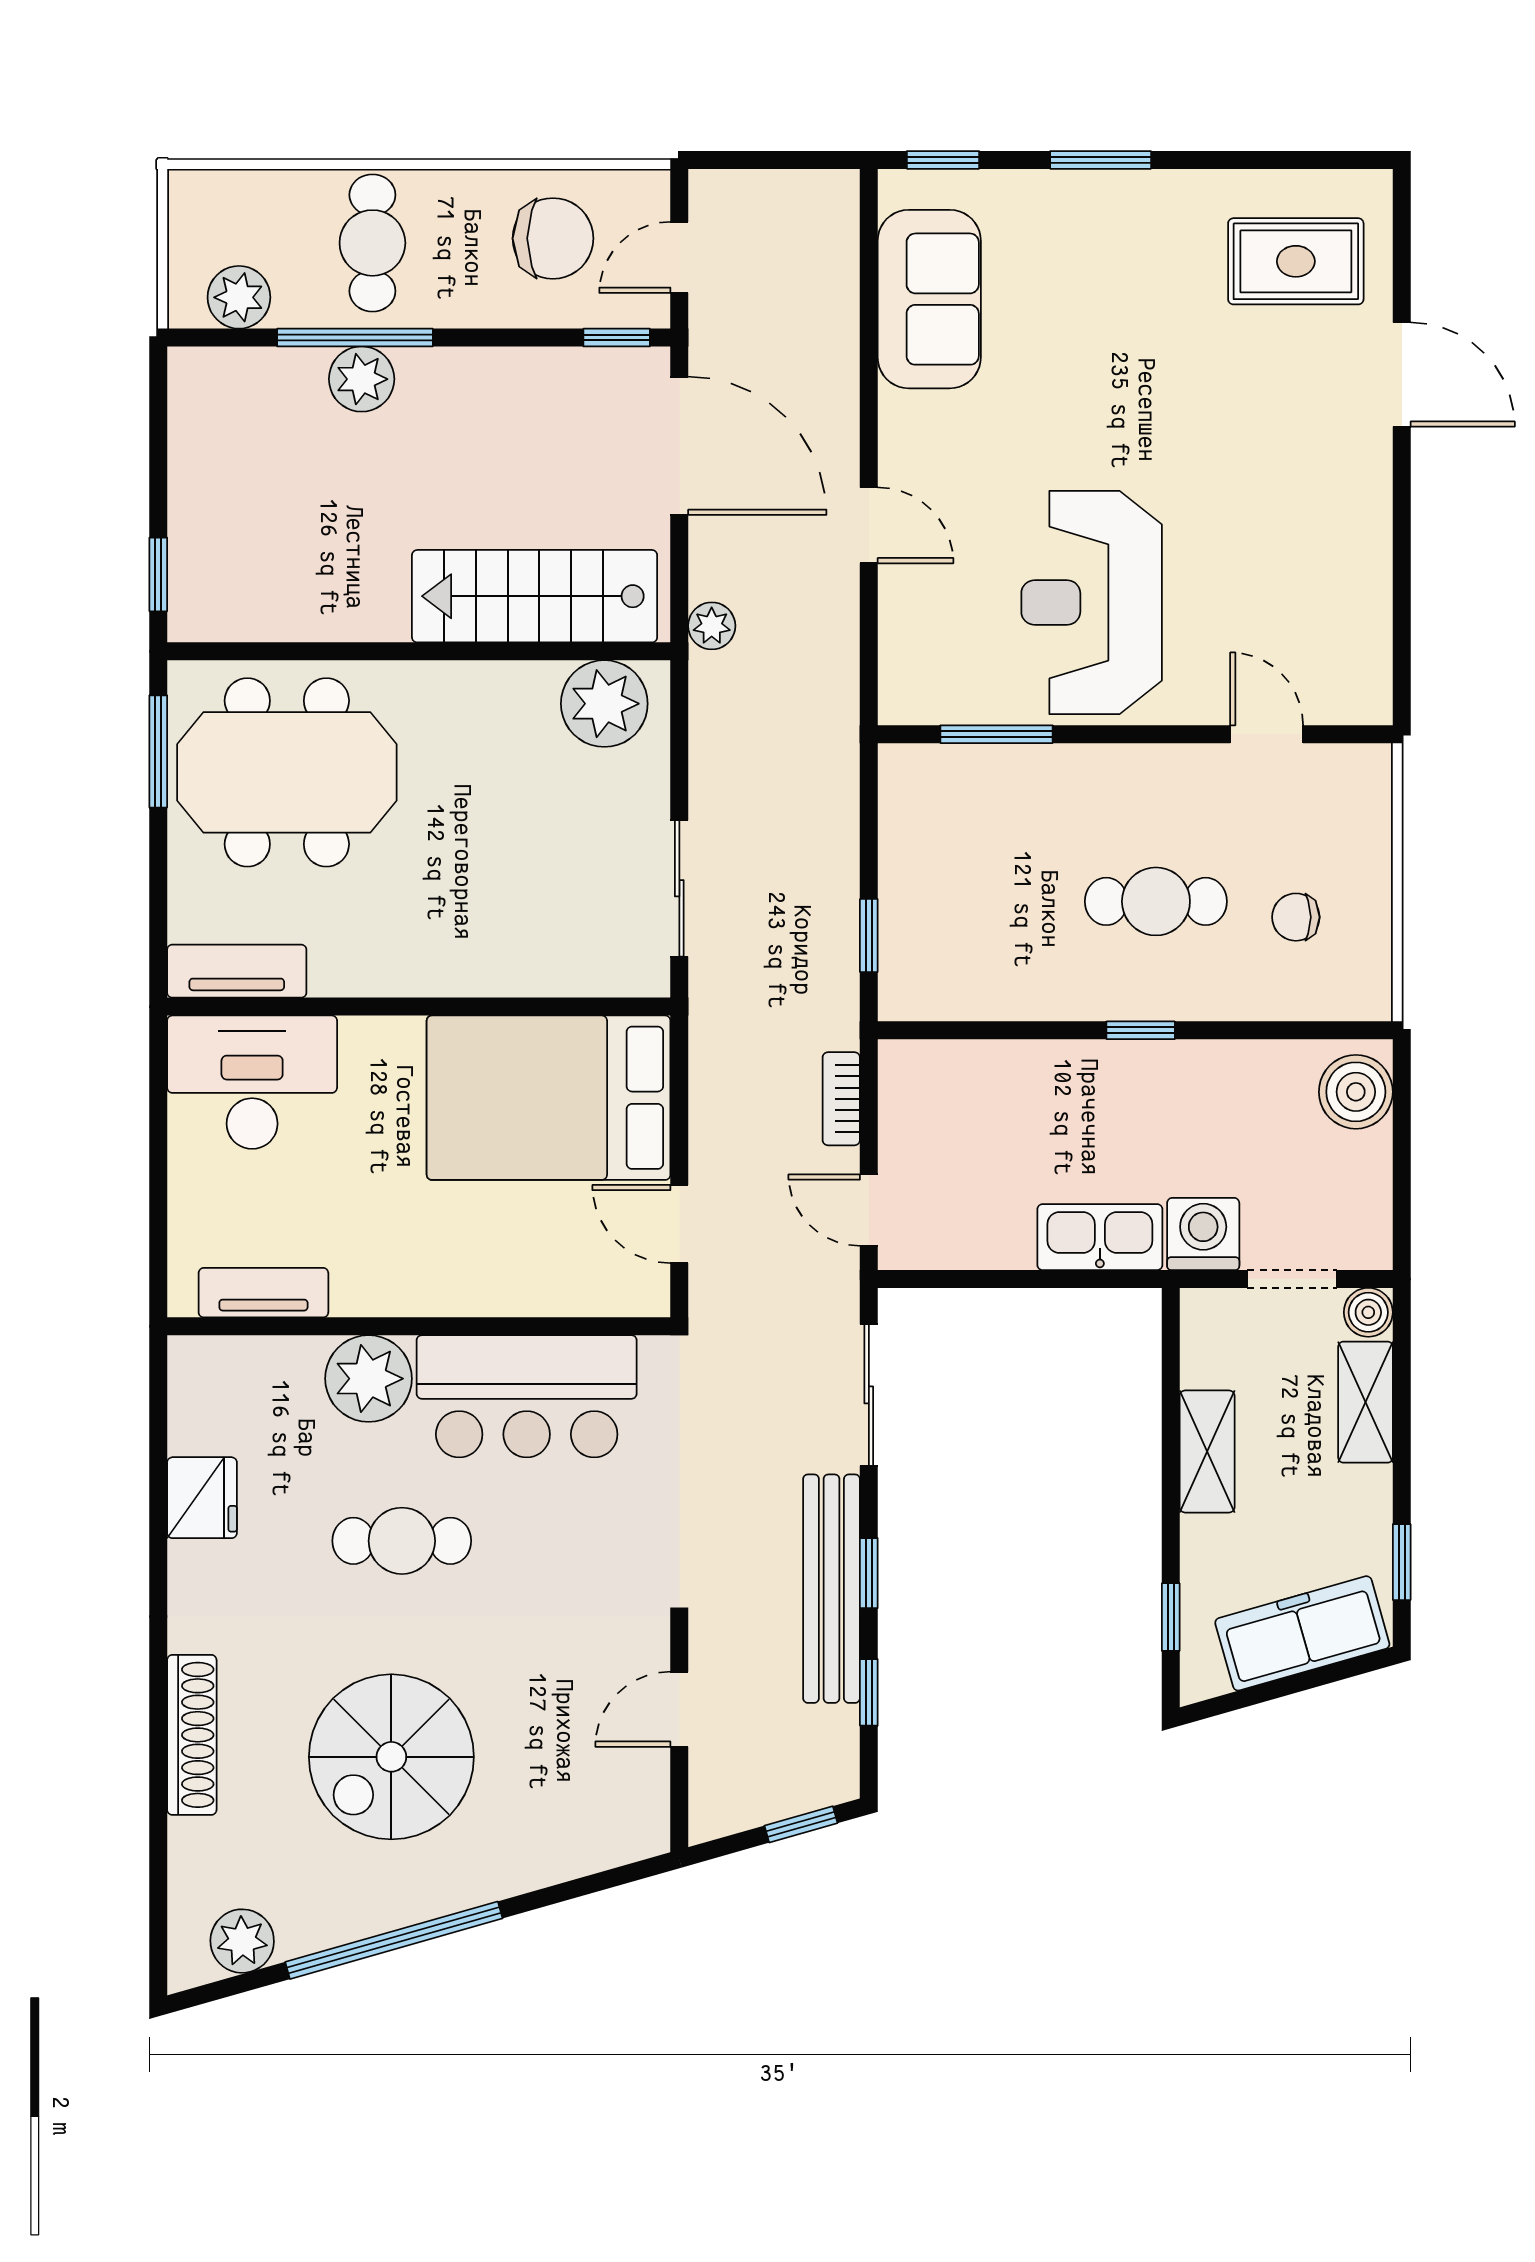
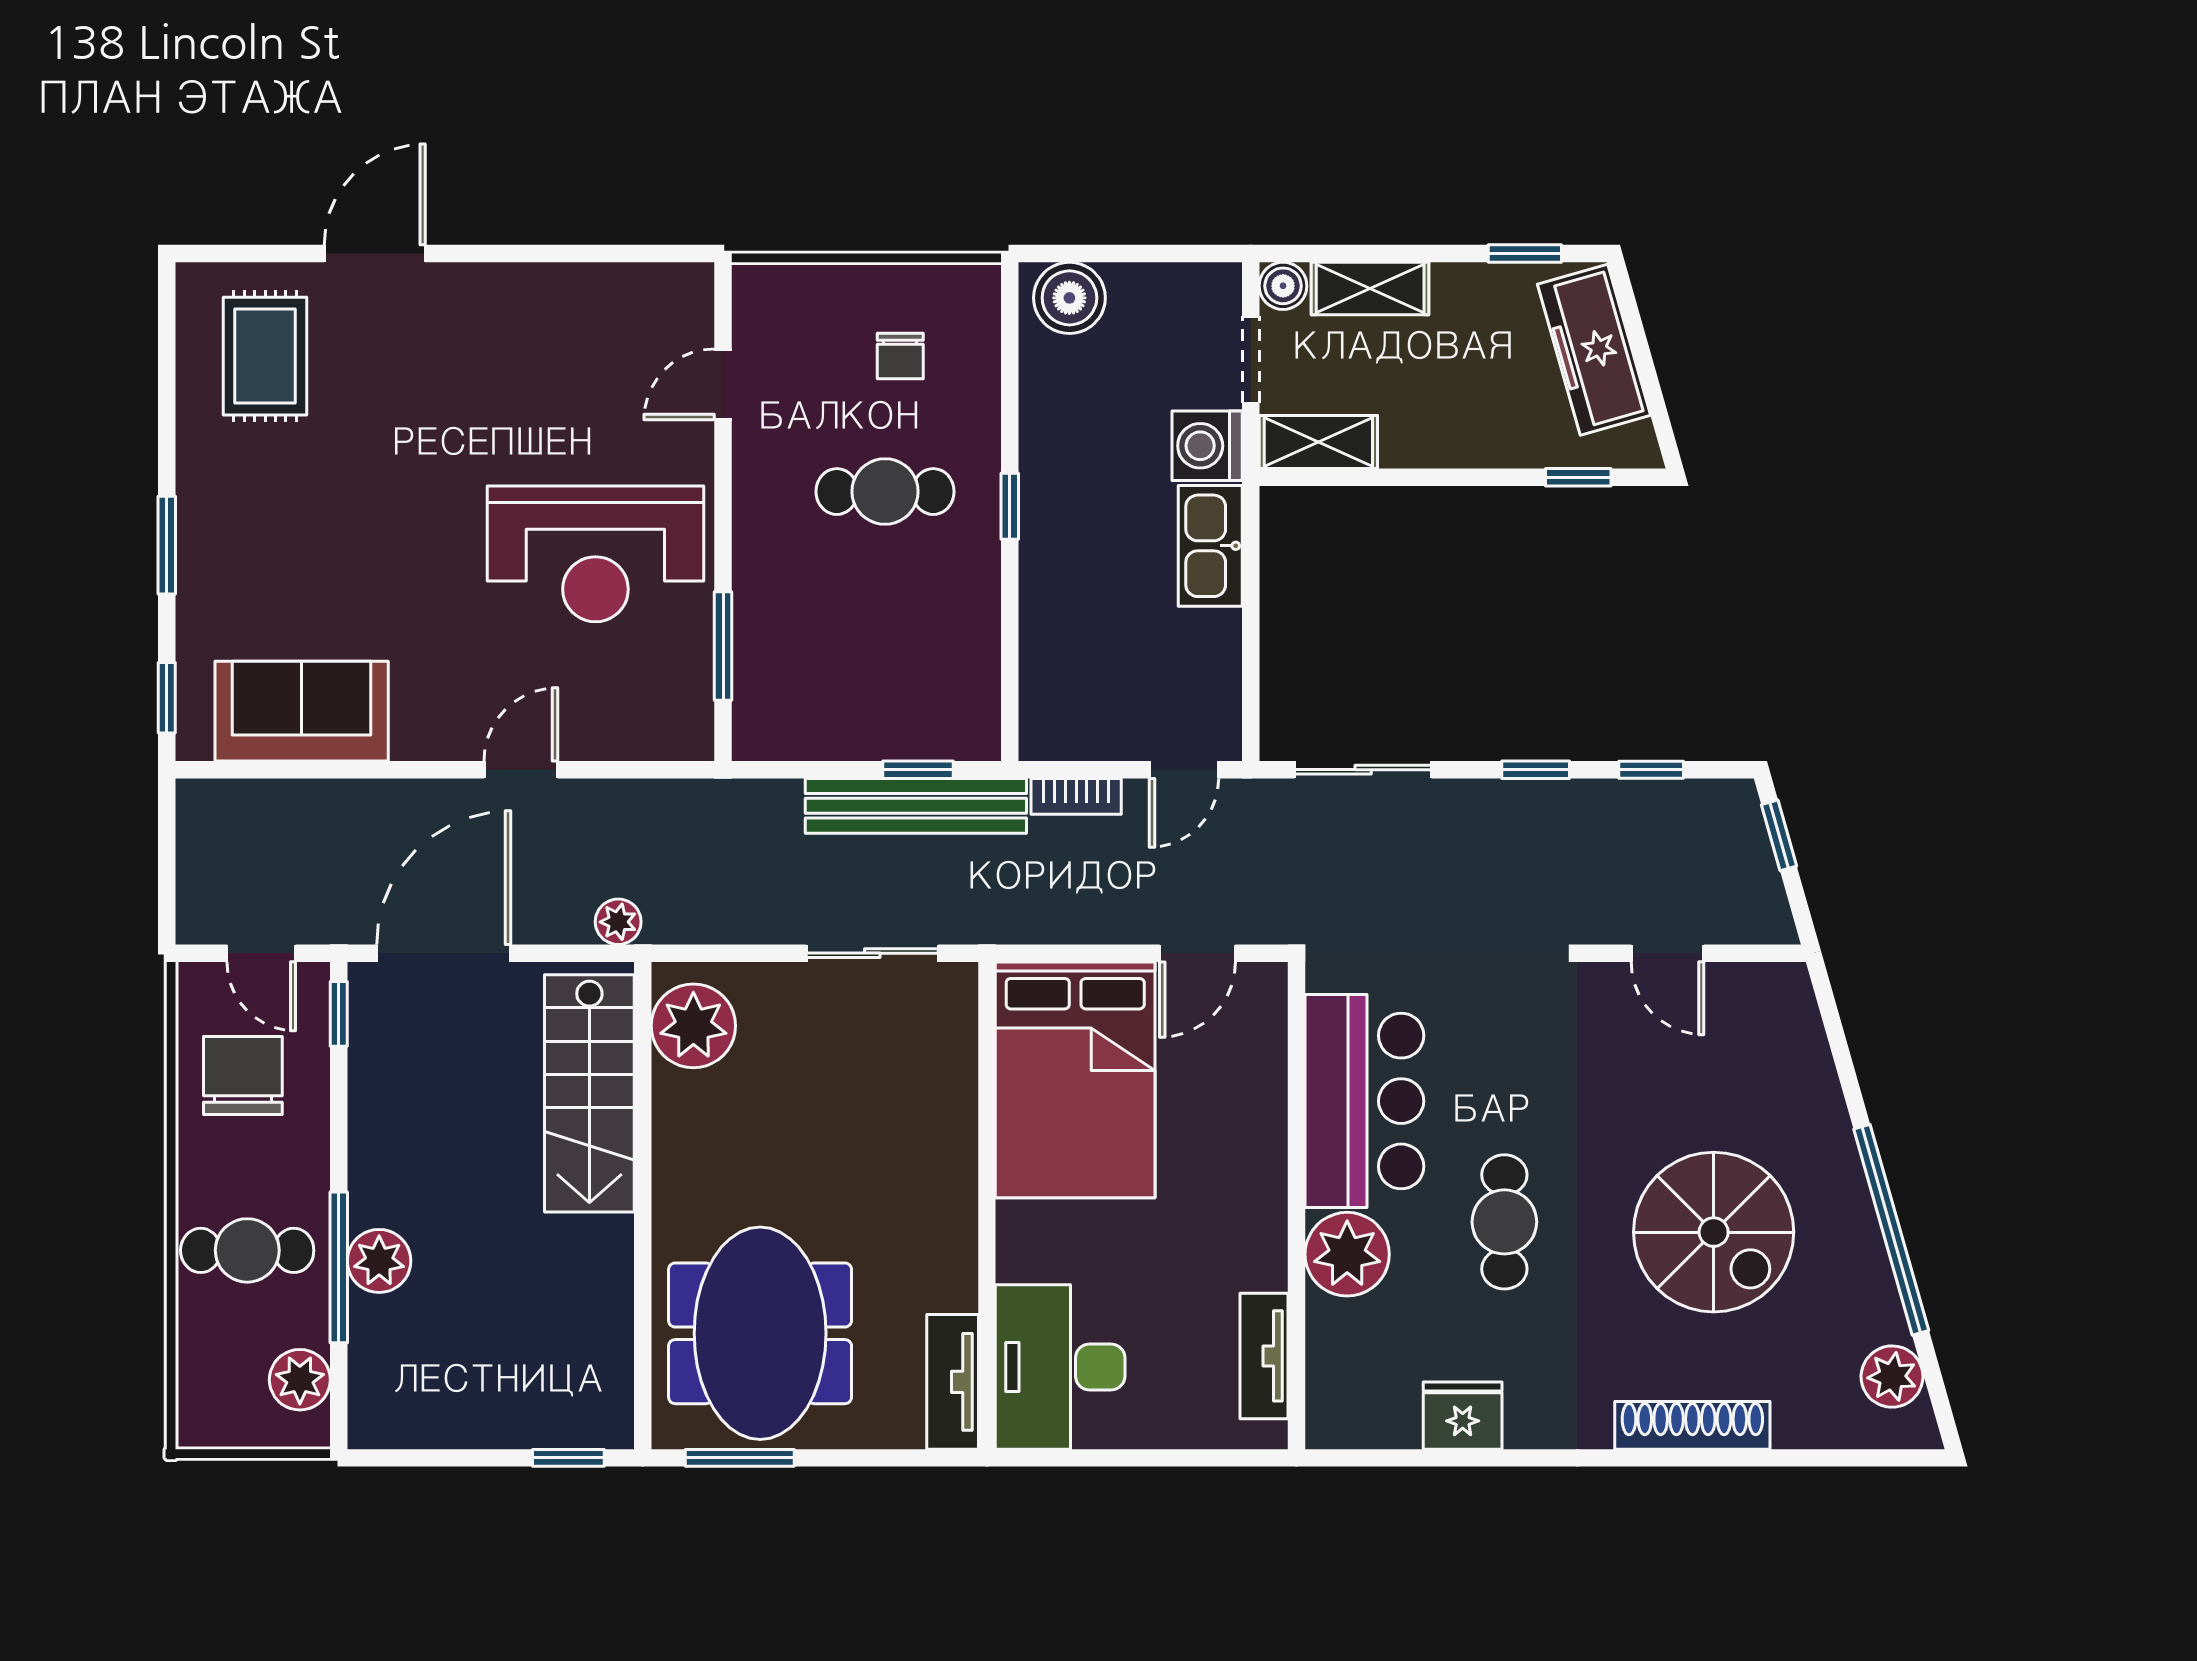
cafe table: (1156, 901) -> (885, 492), turned 90
shelving: (1207, 1451) -> (1318, 442), moved
bench: (831, 1589) -> (916, 806), moved

